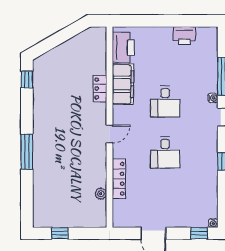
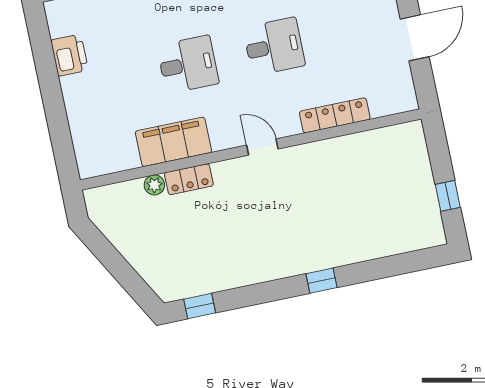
printer: (123, 47) -> (111, 154), removed
window: (27, 152) -> (321, 281), width x0.46
plant: (101, 194) -> (154, 185), moved

